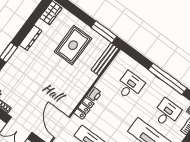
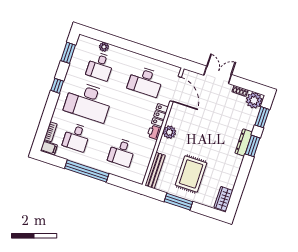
window: (104, 32) -> (178, 202), moved
dresser: (31, 38) -> (244, 143), moved
plant: (80, 90) -> (169, 132), added

